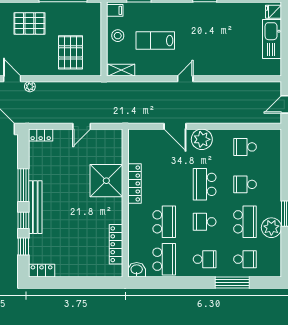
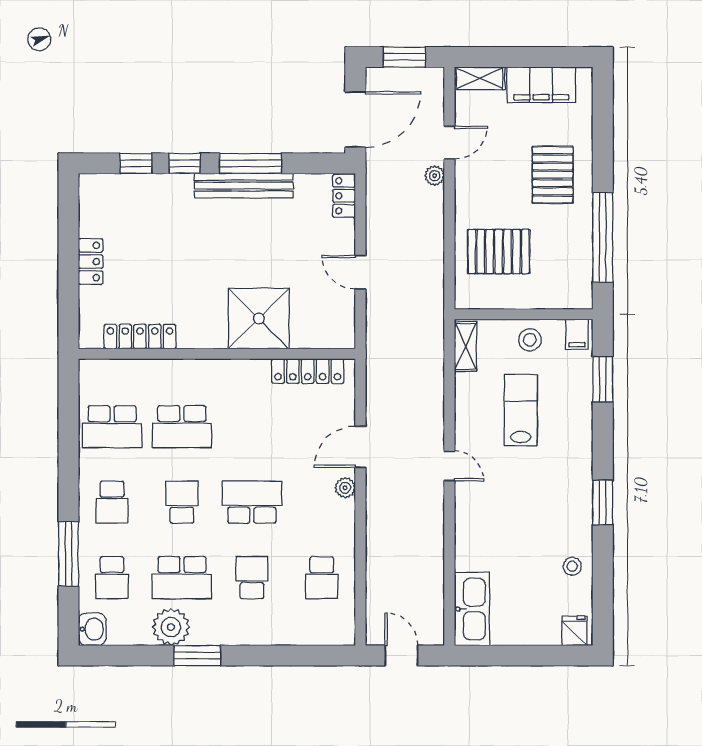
stool: (239, 13) -> (572, 566), added
kitchen sink: (272, 39) -> (472, 609), moved, turned 90
plant: (202, 139) -> (345, 488), width x0.53, depth x0.53
school desk: (245, 147) -> (322, 578), turned 180
locker: (134, 184) -> (308, 371), moved
bench: (35, 207) -> (244, 186), moved
washbasin: (137, 270) -> (92, 629), moved
locker: (42, 271) -> (91, 262), moved

